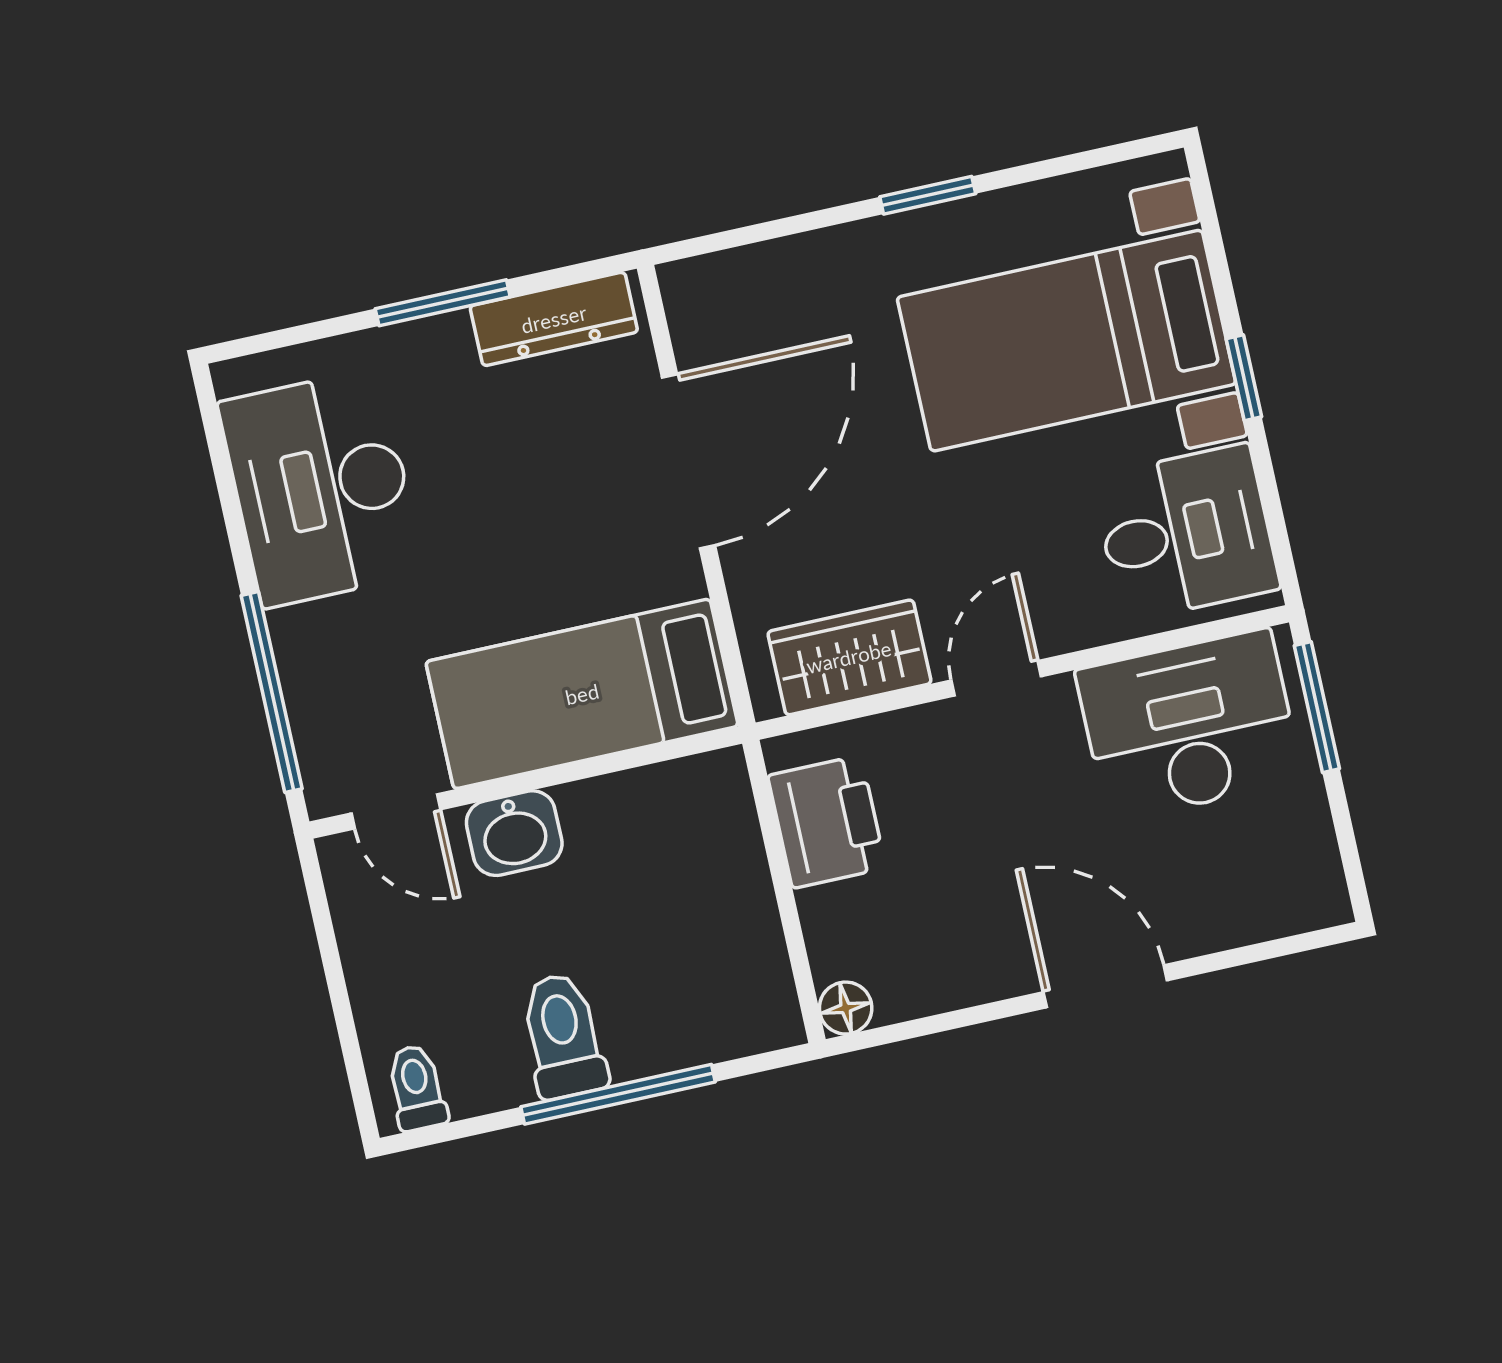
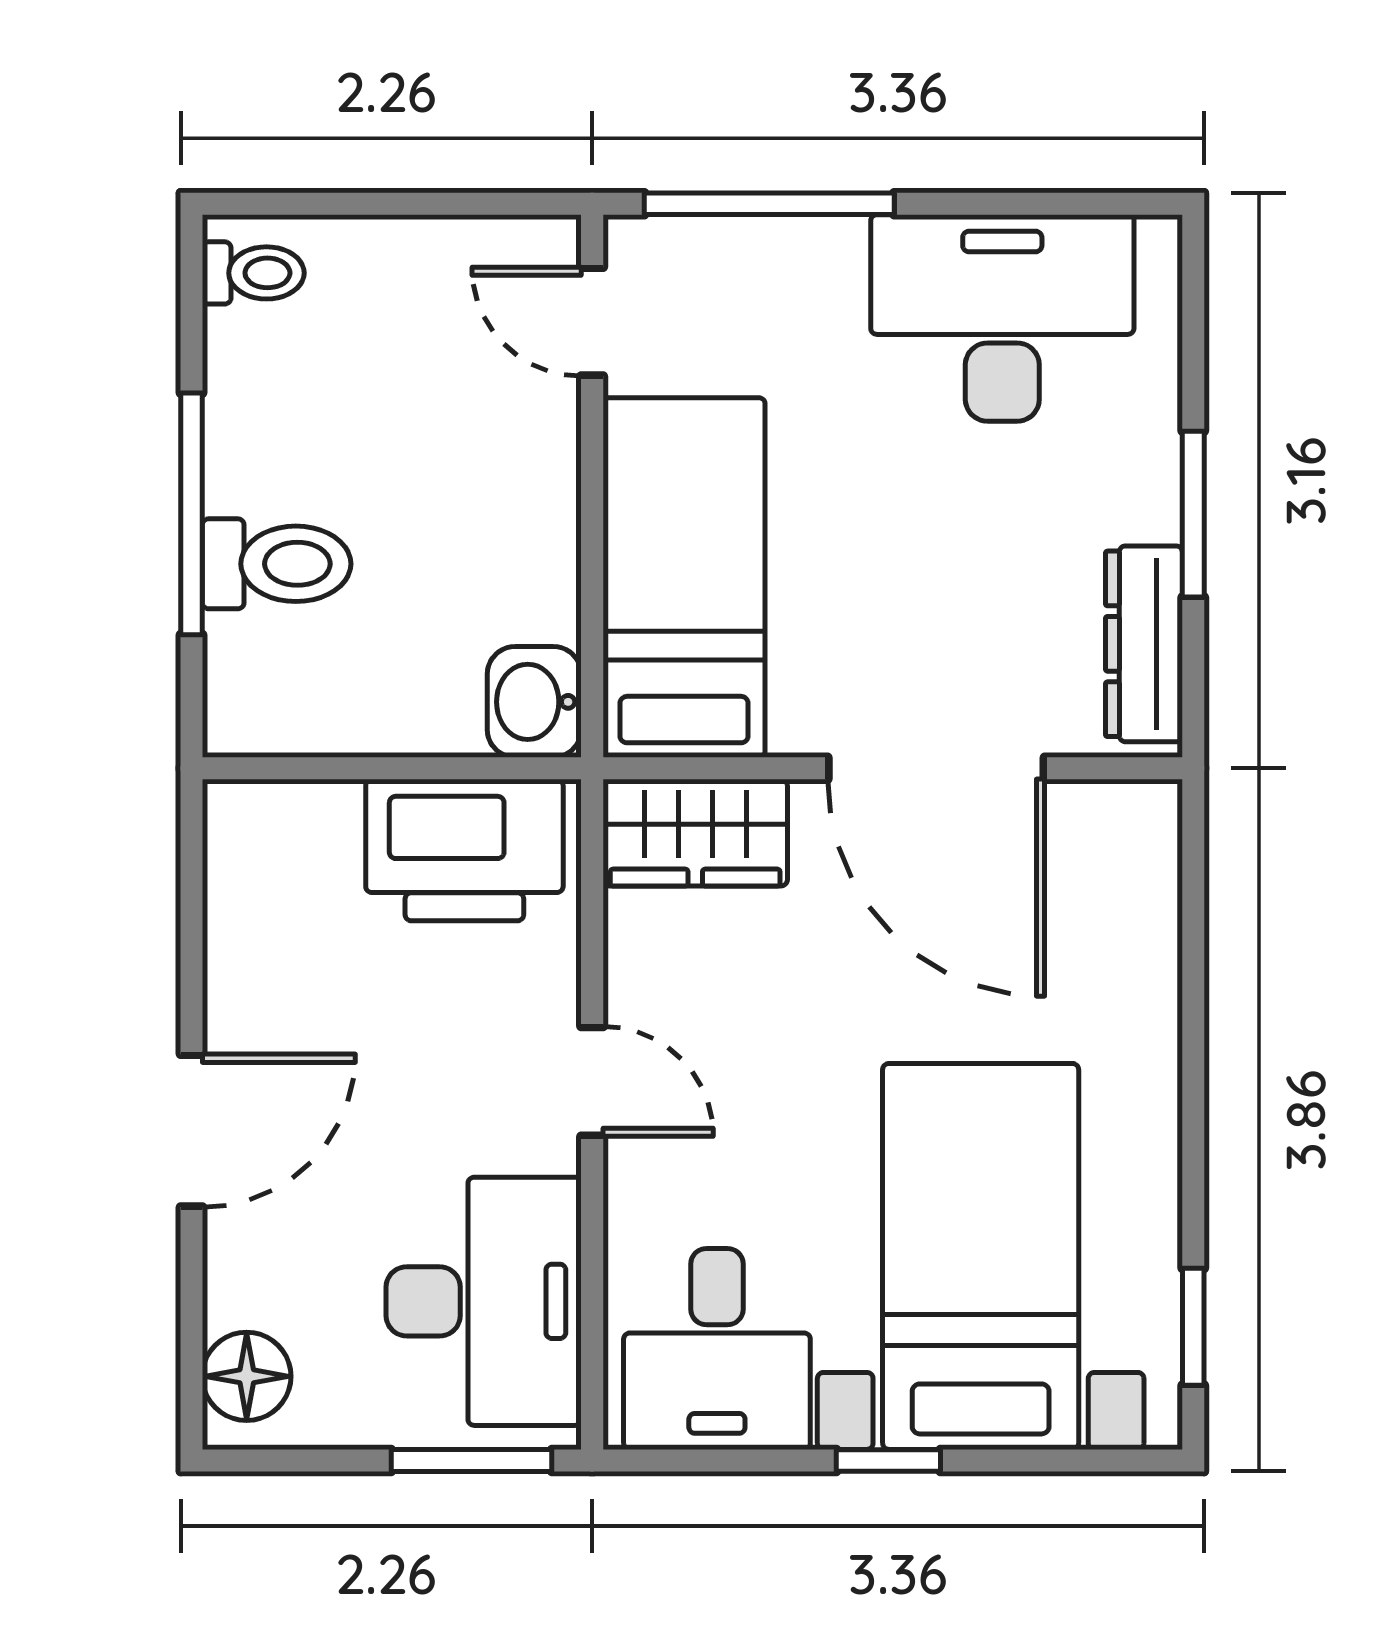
window: (928, 195) -> (1193, 1327), moved
wardrobe: (849, 657) -> (695, 833), moved, turned 90
door: (396, 811) -> (592, 322), hinge flipped
printer: (827, 822) -> (464, 850), width x1.37, depth x1.19
washbasin: (514, 833) -> (534, 702), moved
floor lamp: (846, 1008) -> (247, 1376), moved, width x1.37, depth x1.37
toilet: (563, 1036) -> (277, 564), moved

